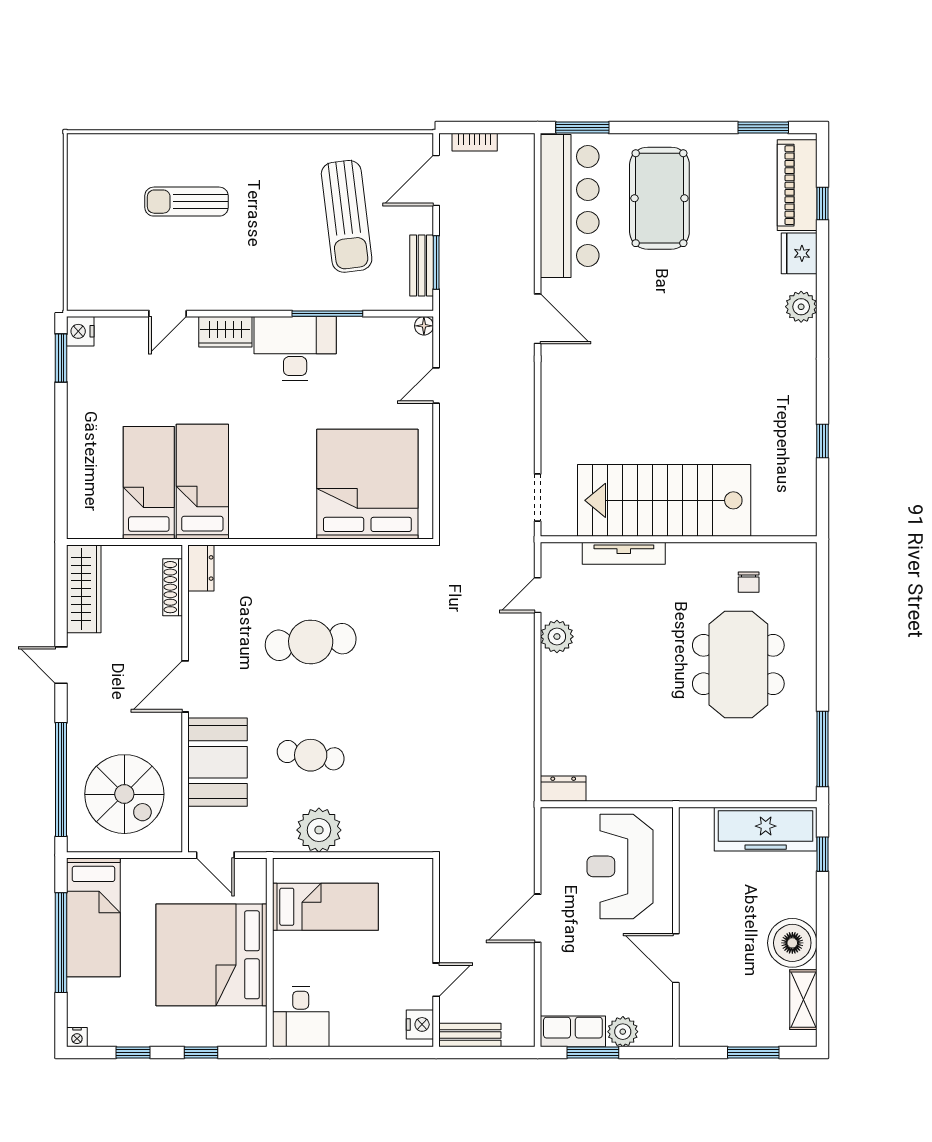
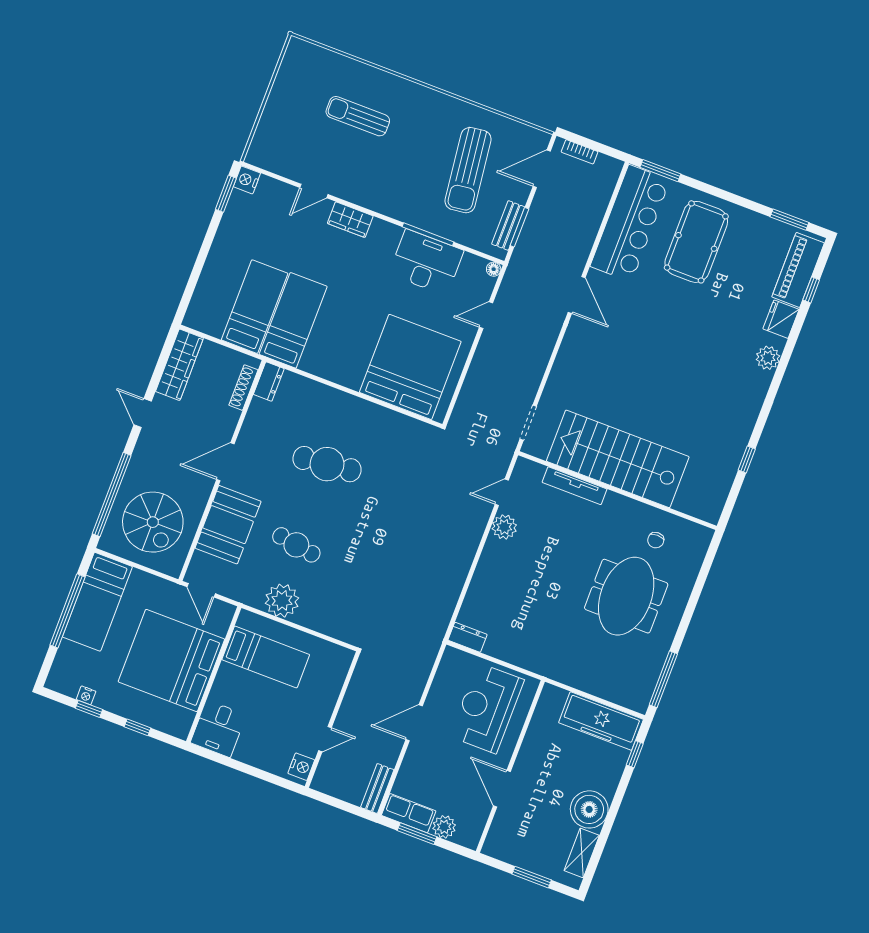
desk: (295, 349) -> (426, 262), moved
bench: (470, 1035) -> (377, 789), moved, turned 90
nightstand: (77, 1037) -> (86, 695), moved

